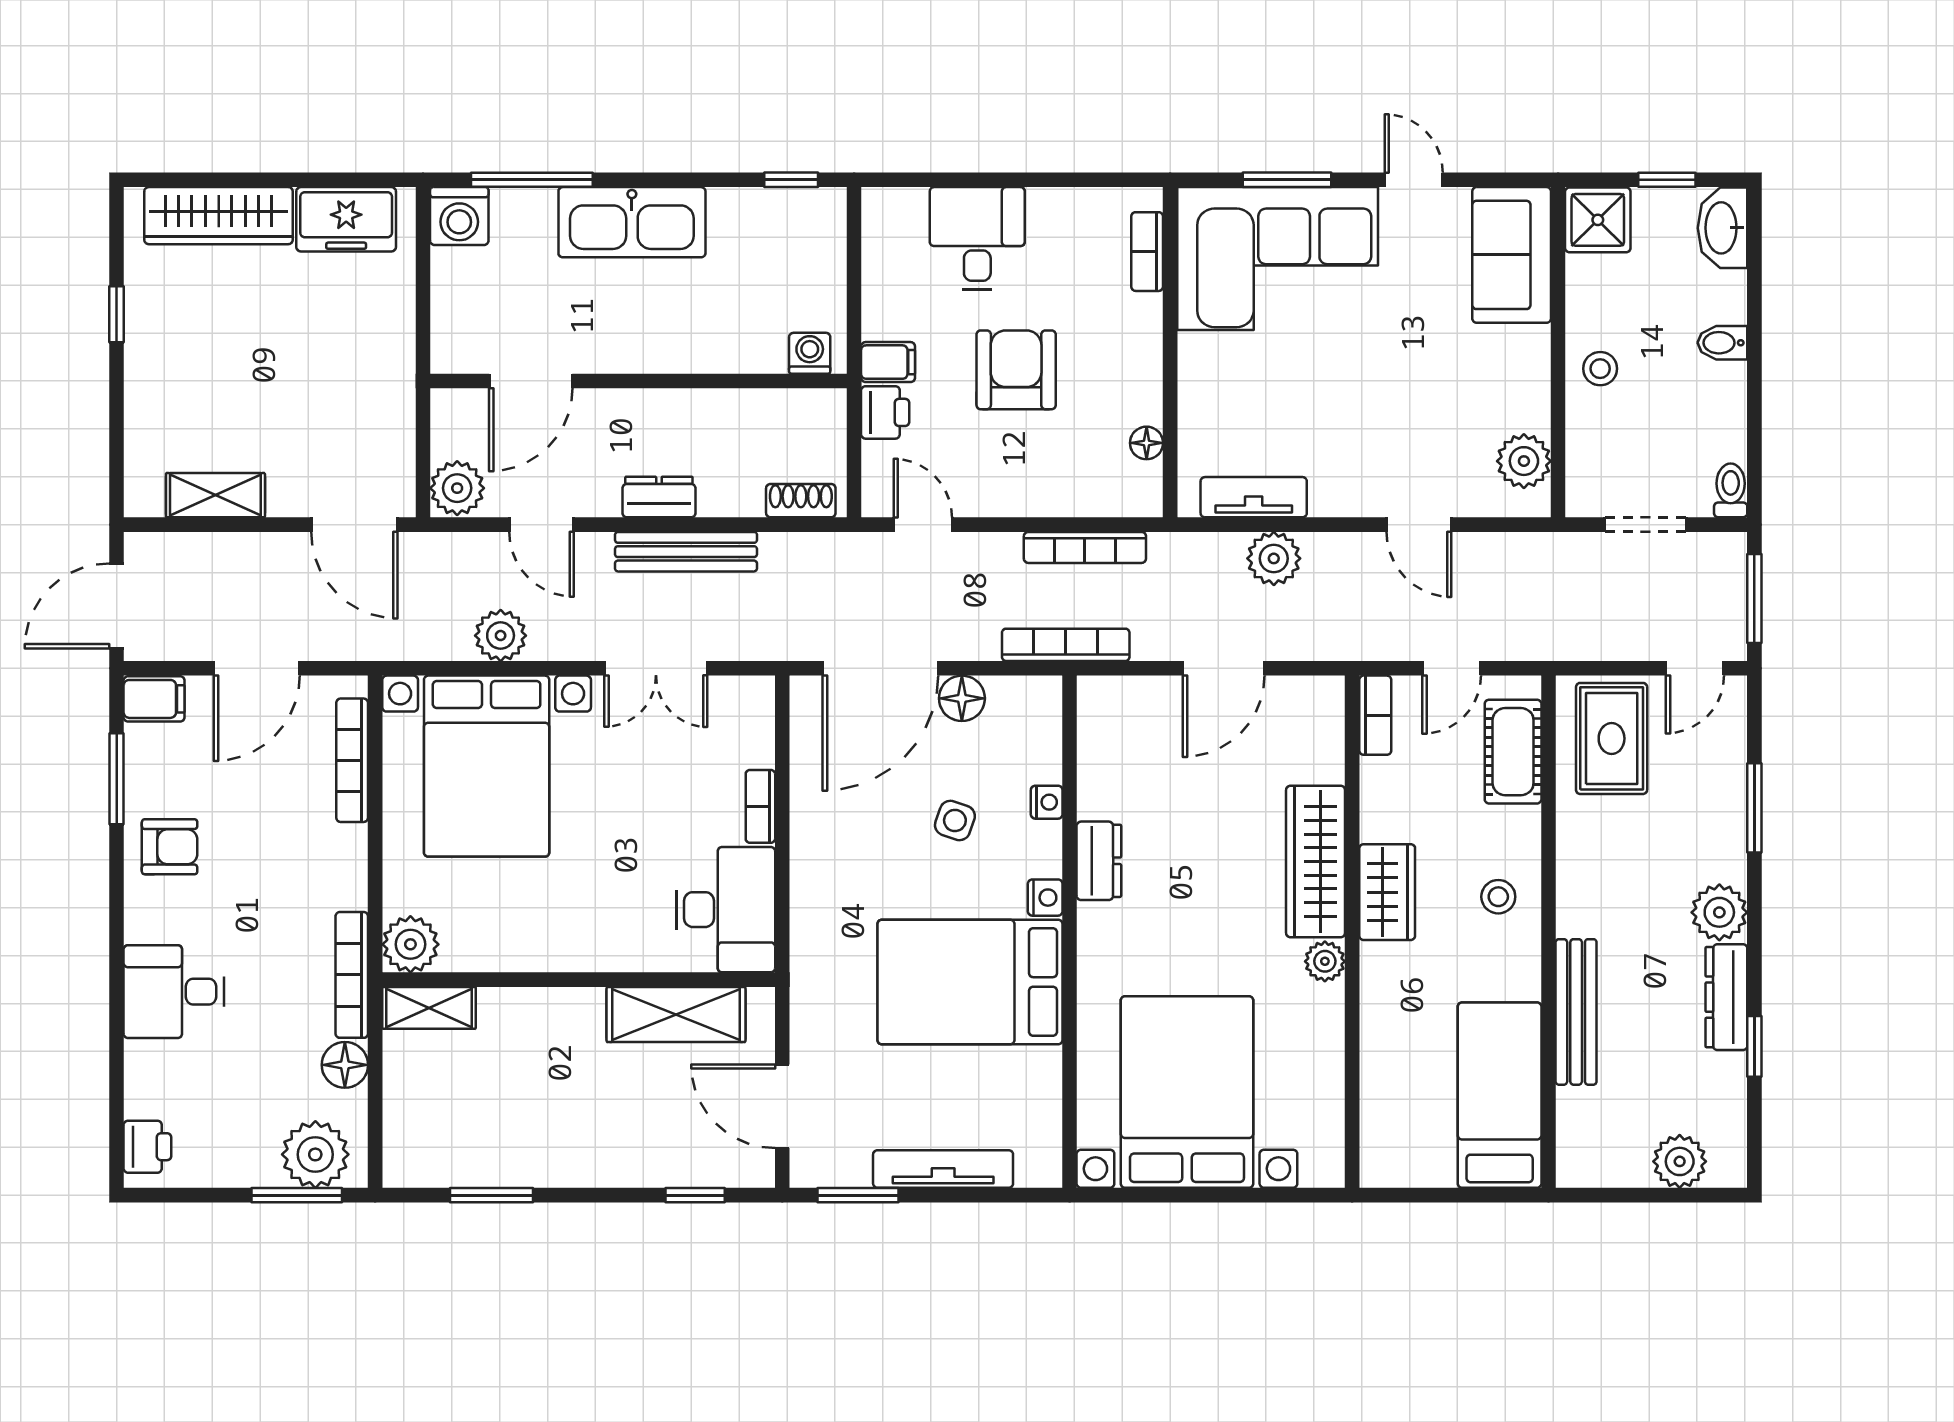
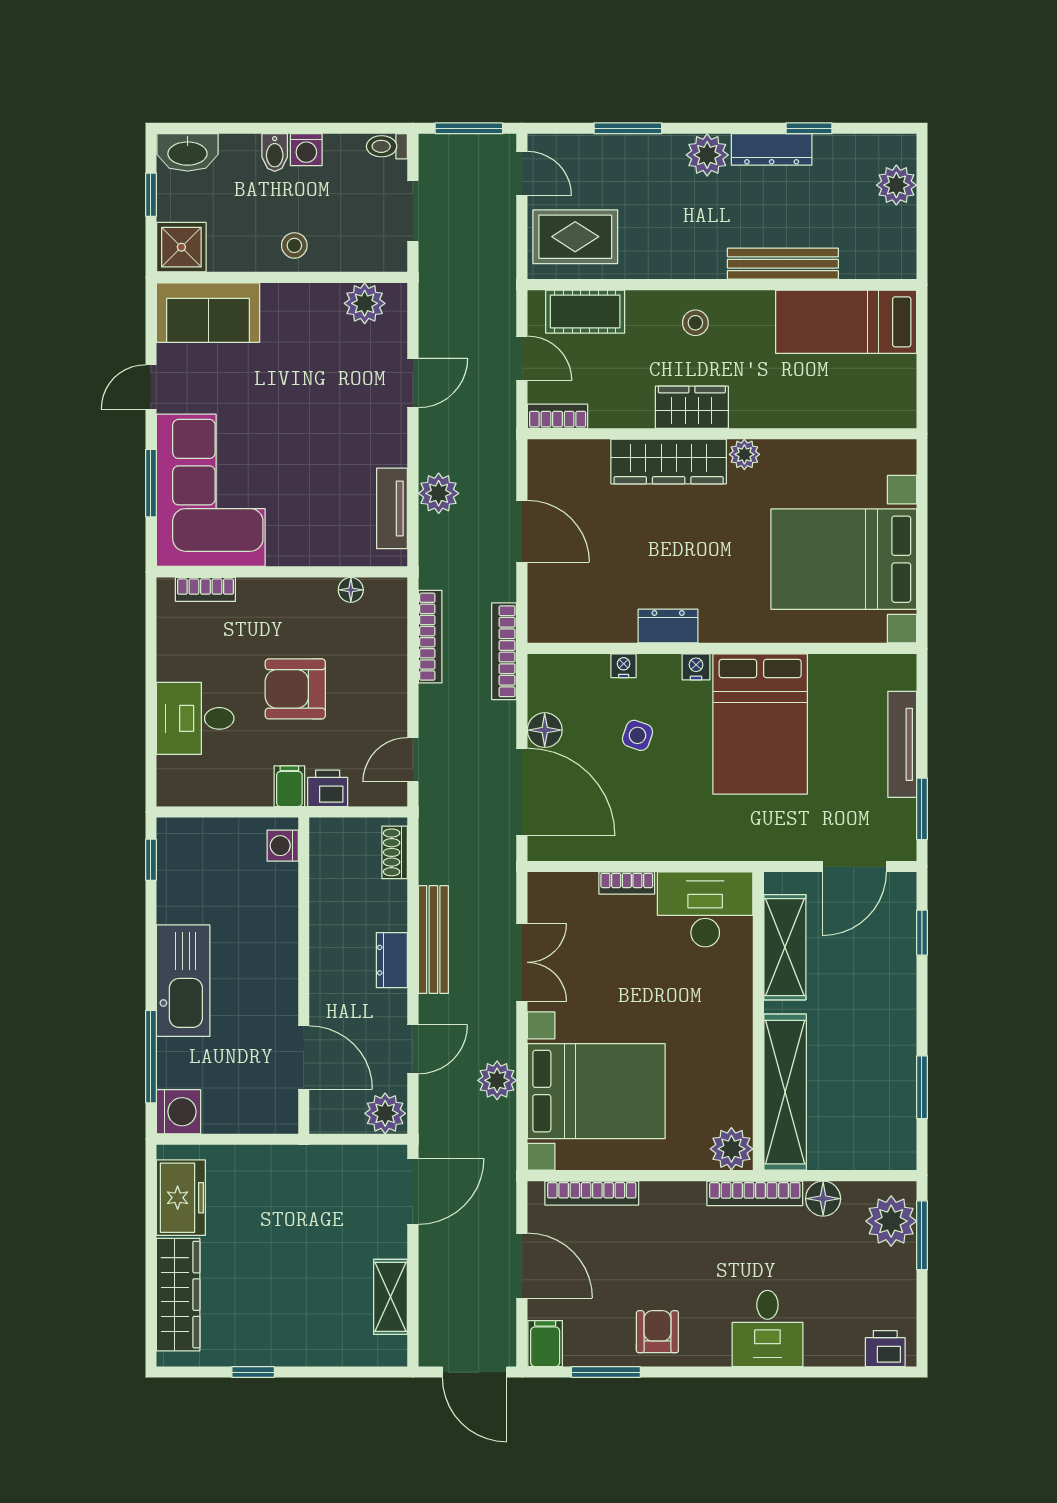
washing machine: (1726, 384) -> (306, 150), added
shelving: (429, 1008) -> (785, 1092), width x2.20, depth x1.33

